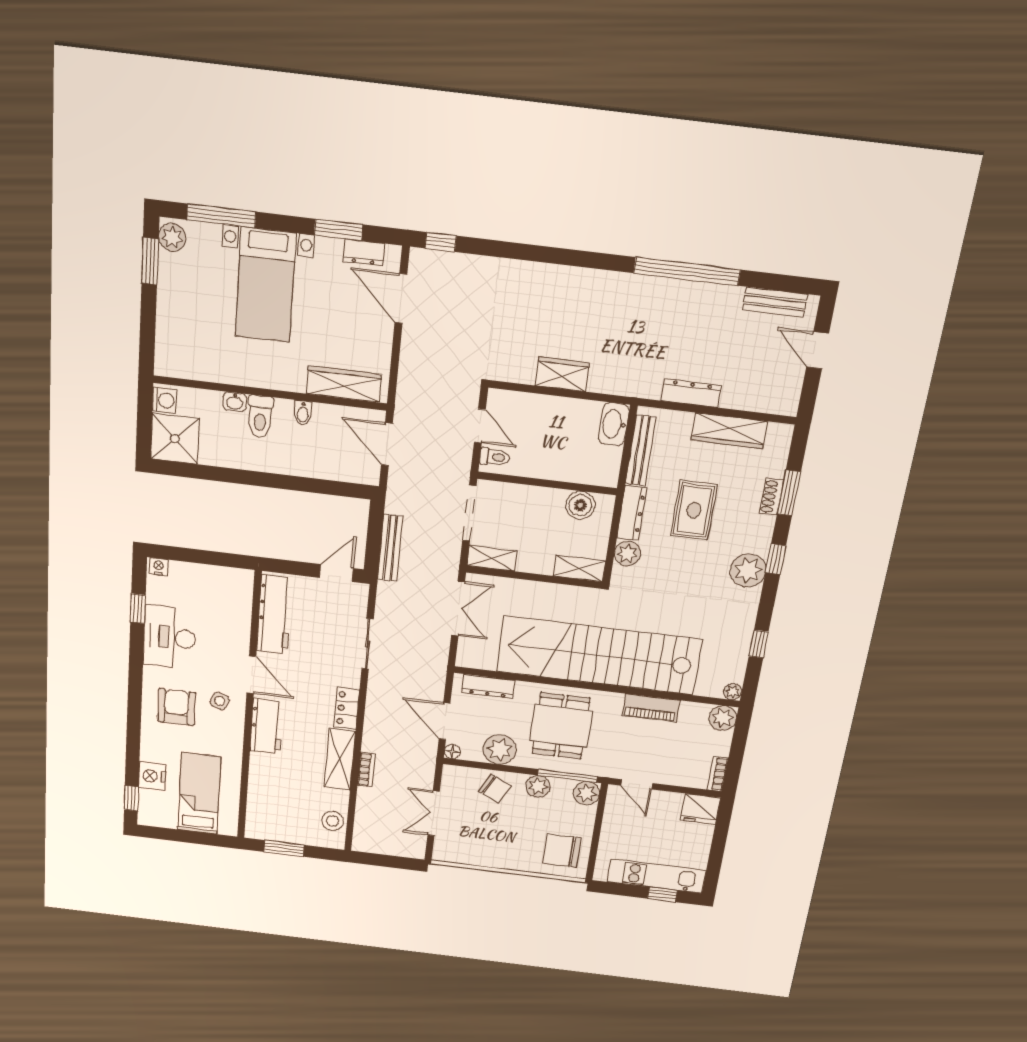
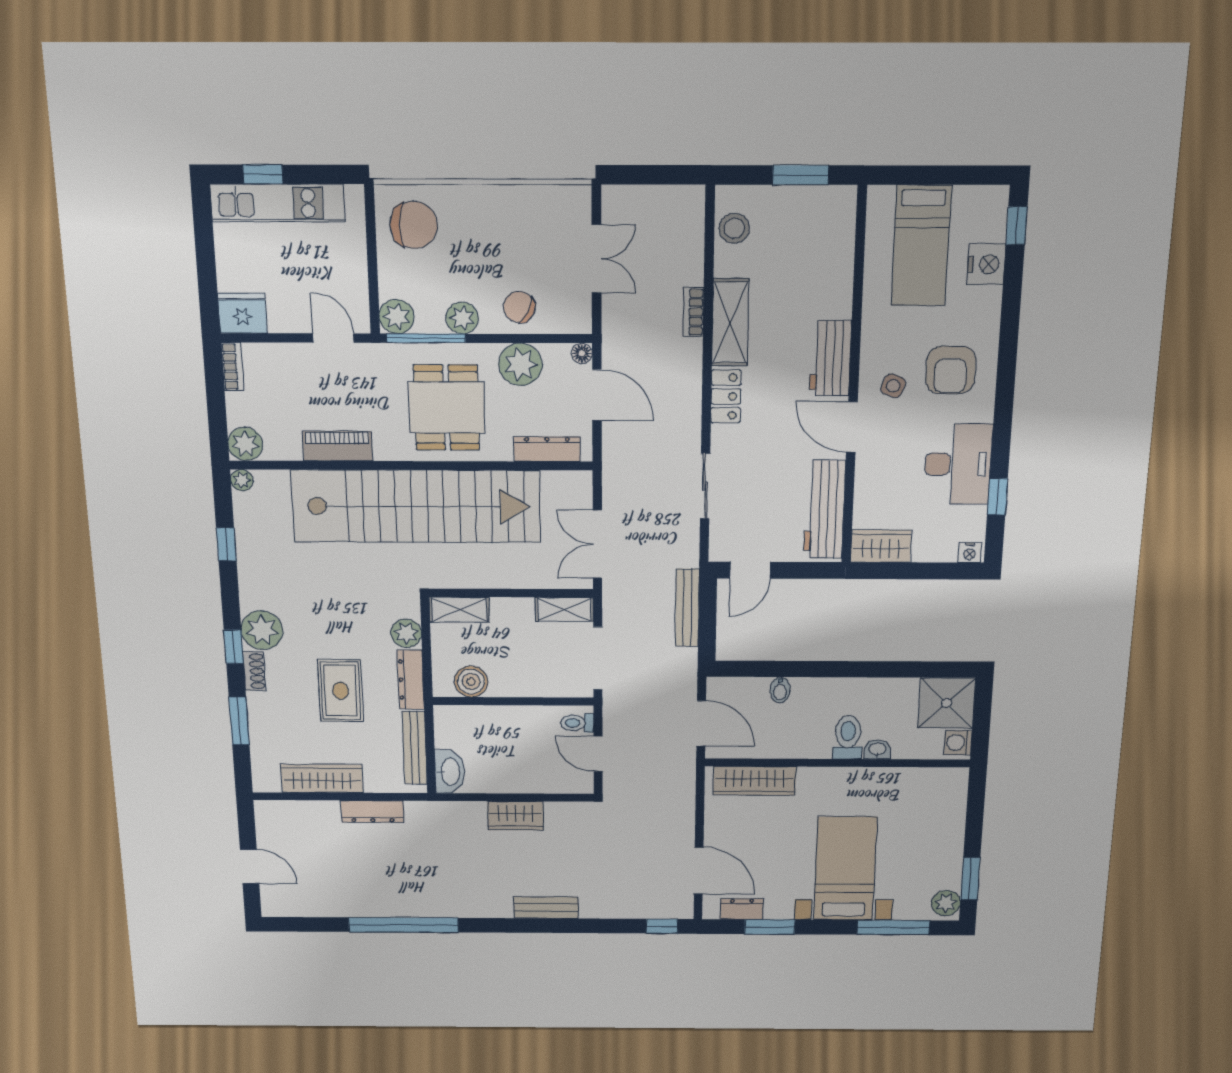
bench: (775, 302) -> (546, 908), moved
bidet: (303, 413) -> (780, 690), moved, turned 180
shoe rack: (771, 497) -> (254, 671), moved
wardrobe: (230, 580) -> (881, 546), added

